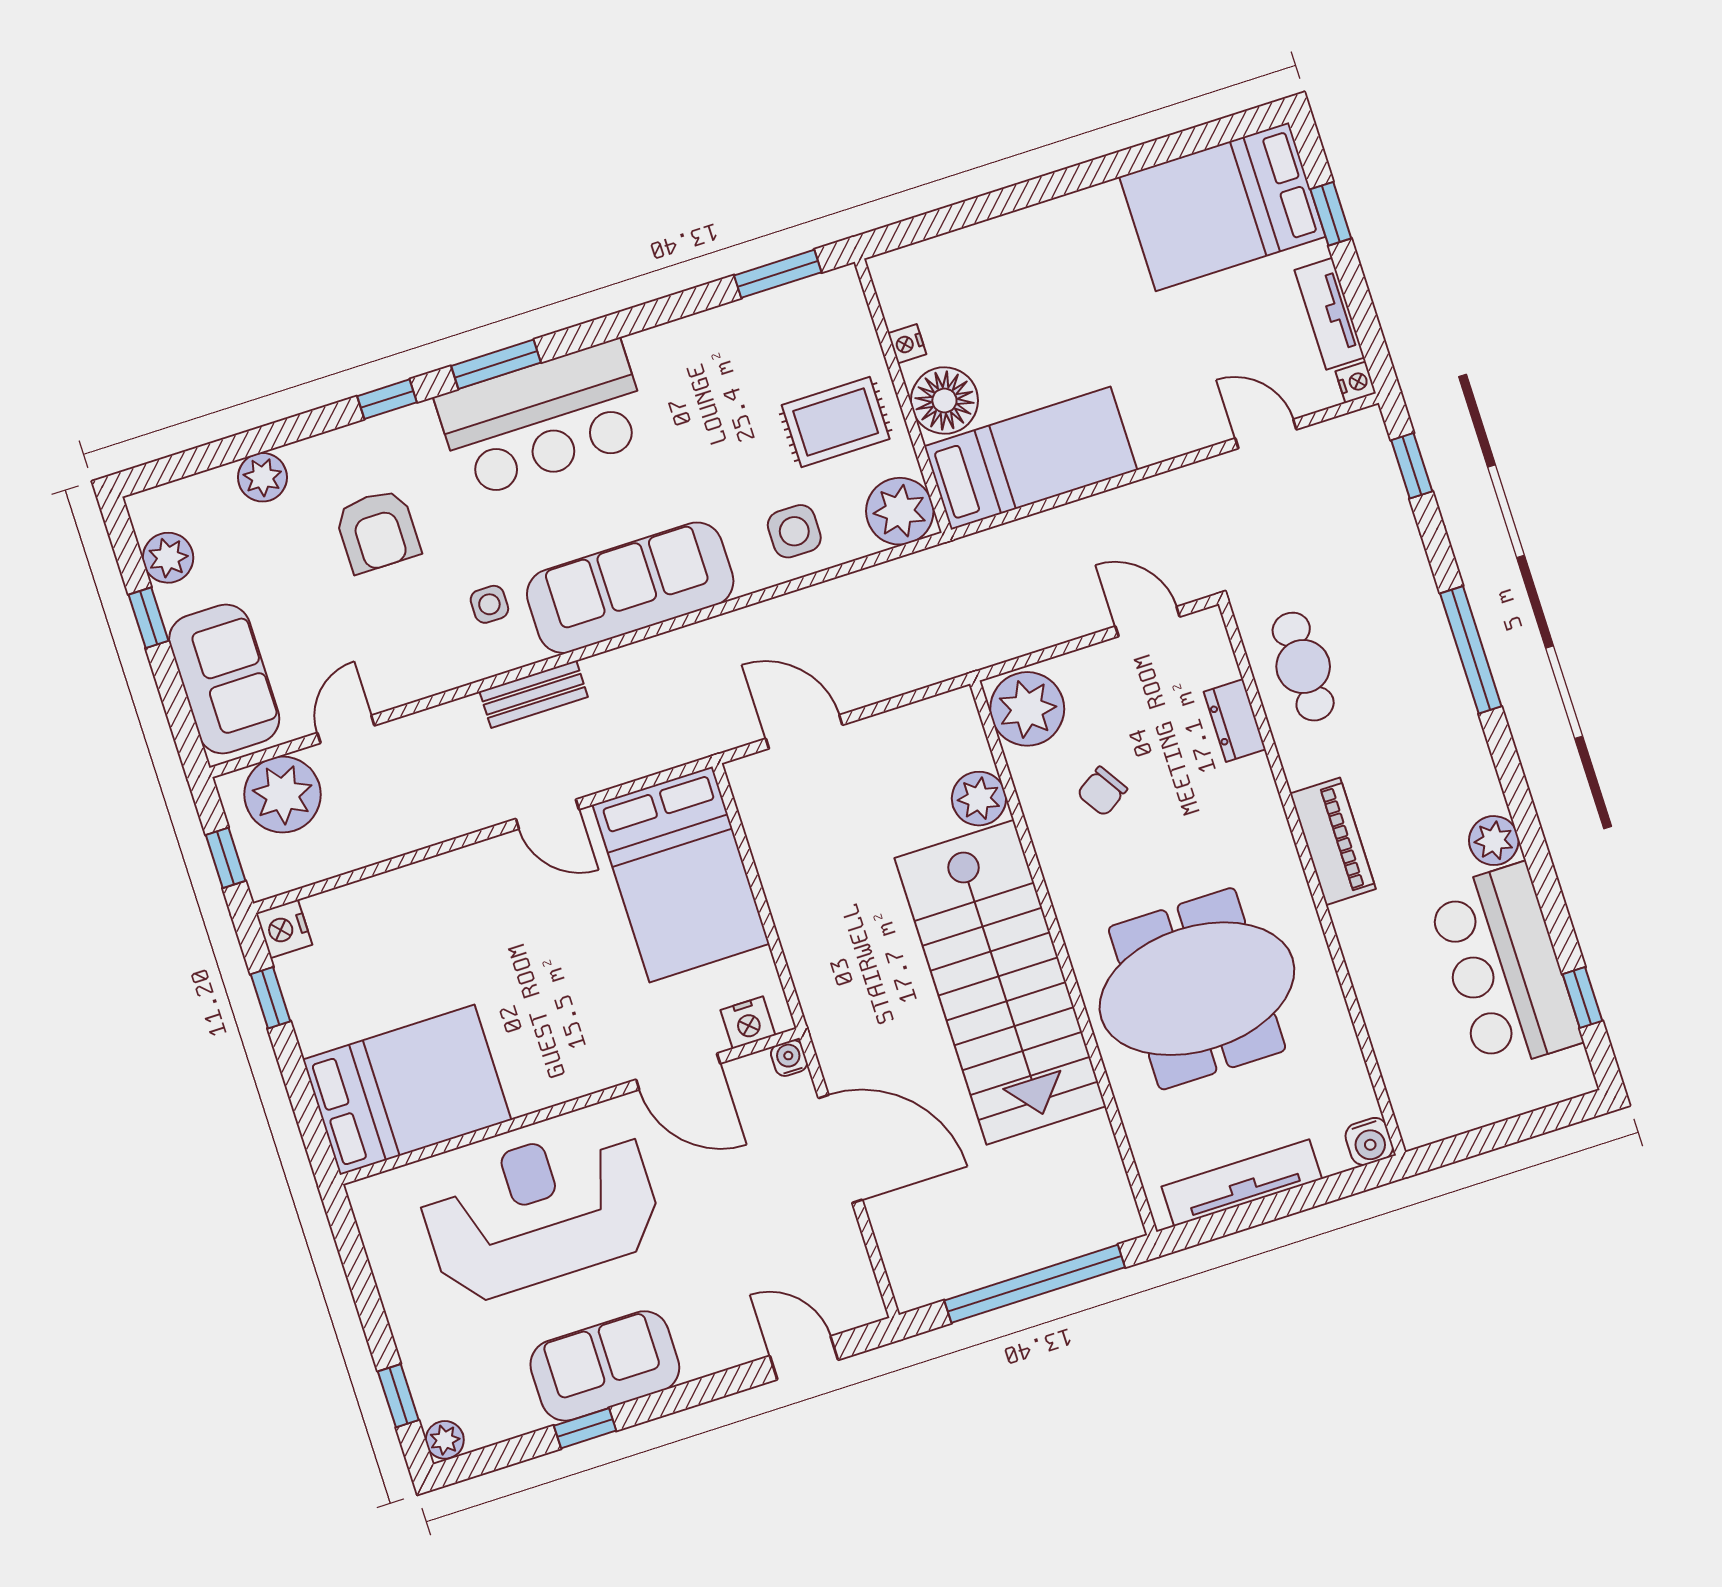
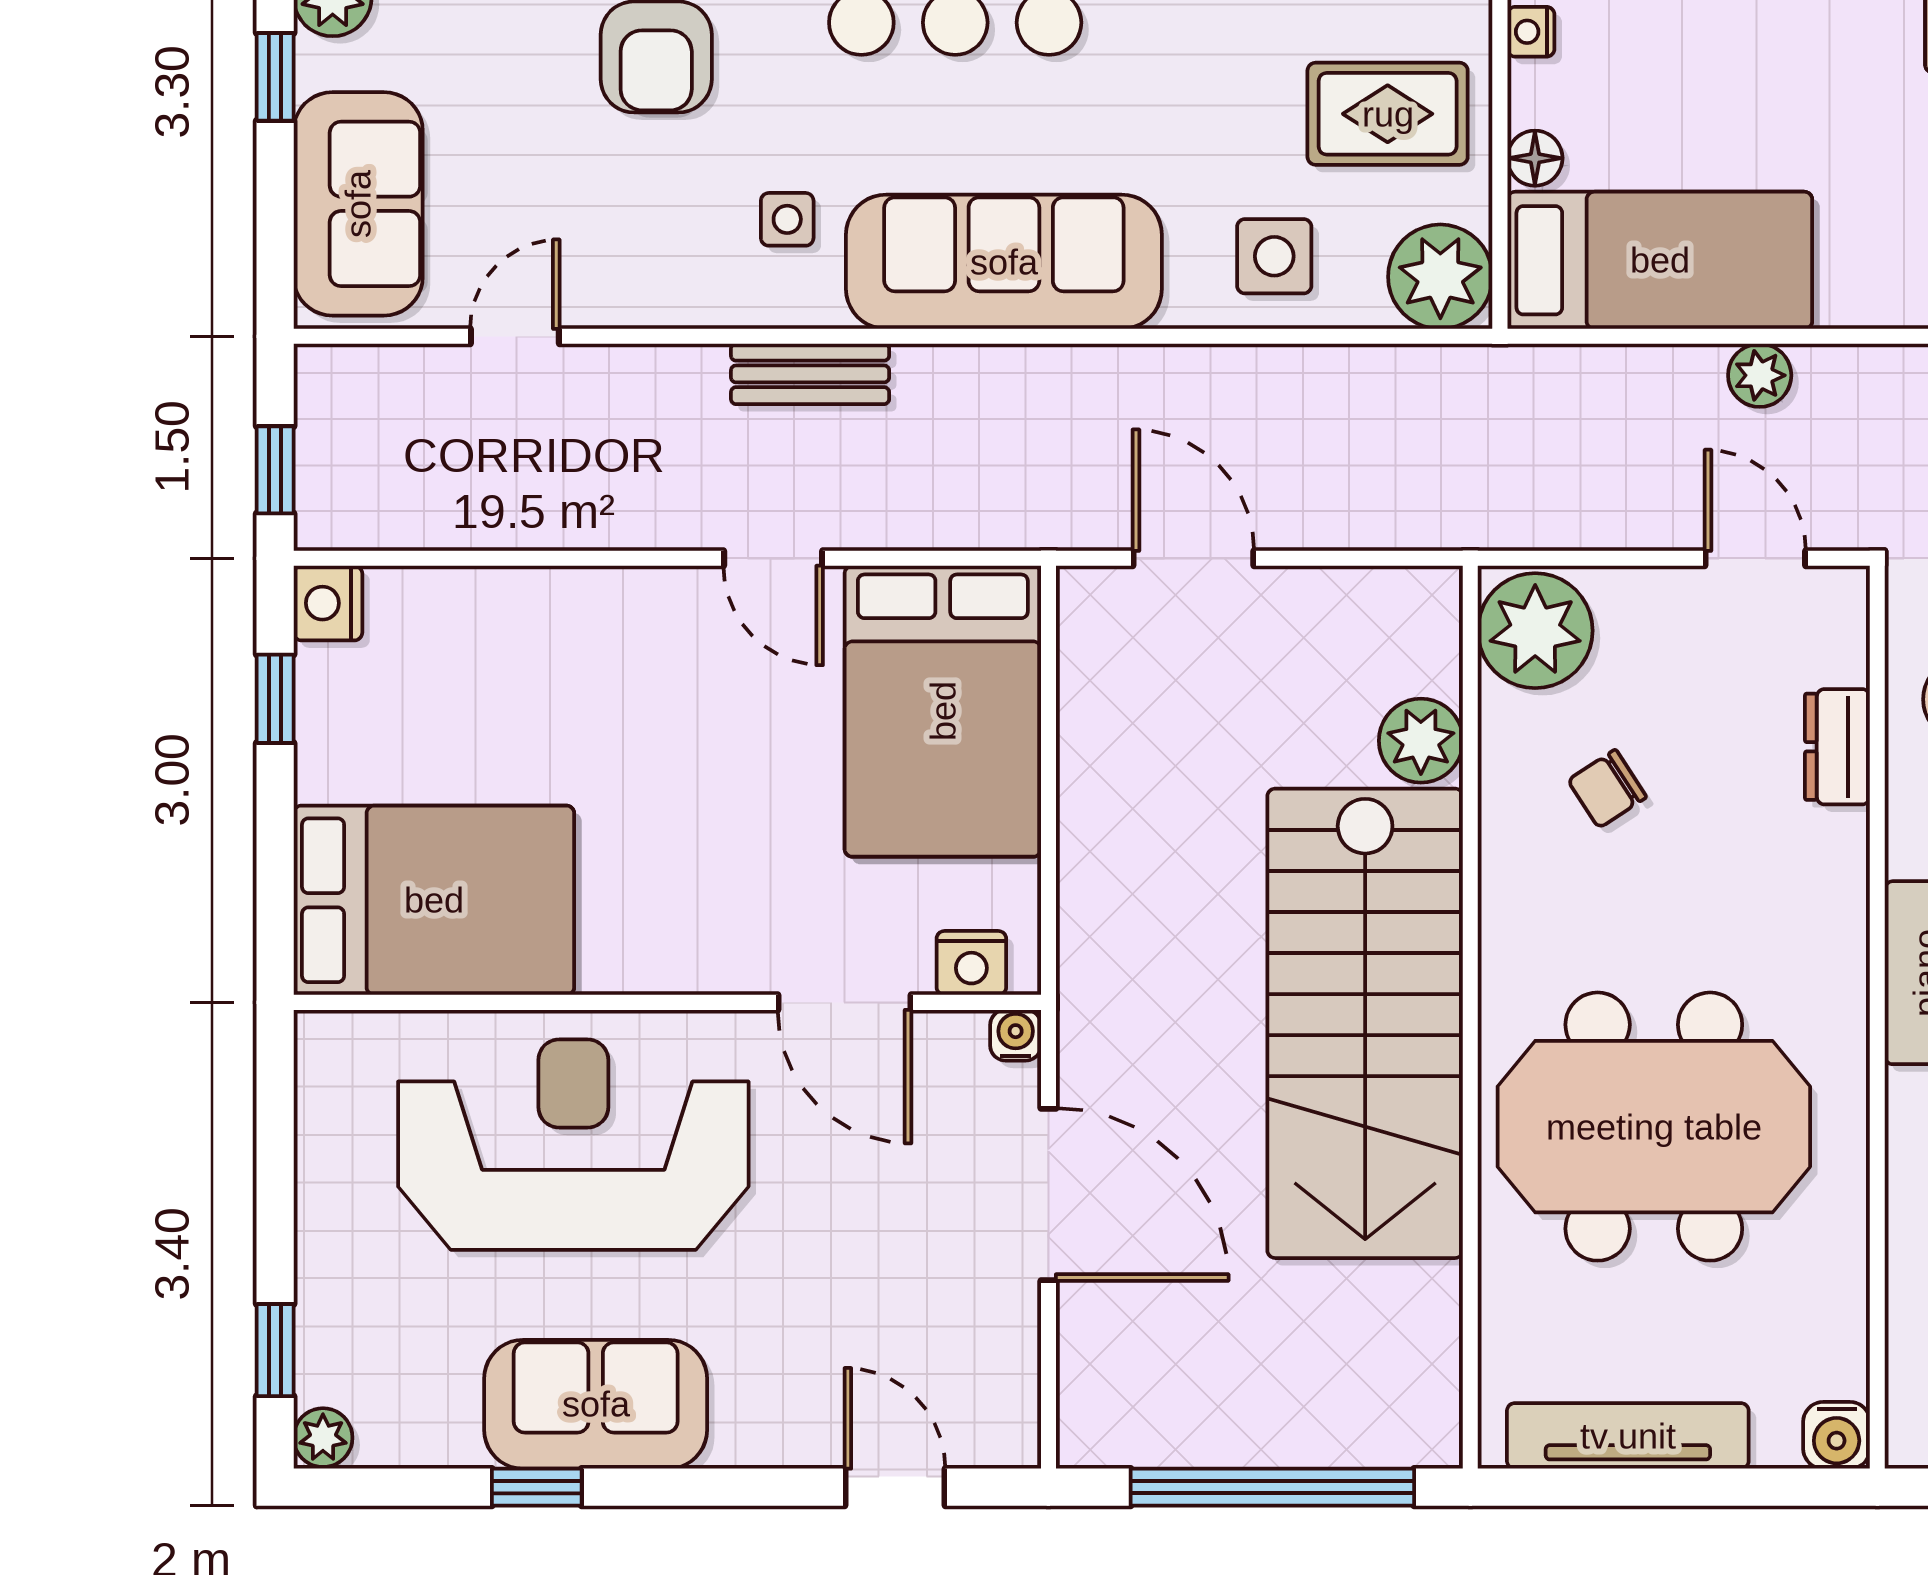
floor lamp: (944, 400) -> (1535, 158), width x0.53, depth x0.53
plant: (283, 795) -> (1760, 375), moved, width x0.53, depth x0.53

